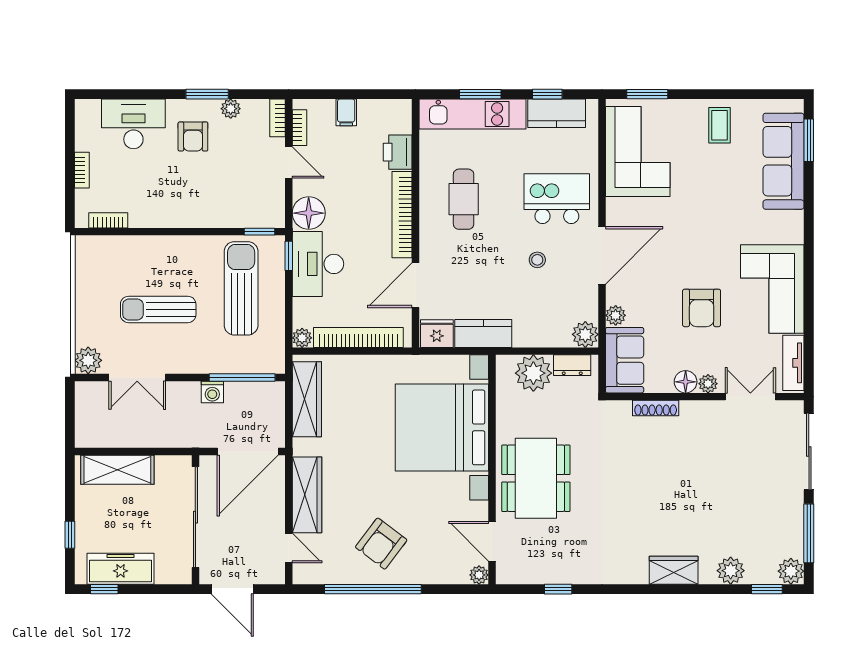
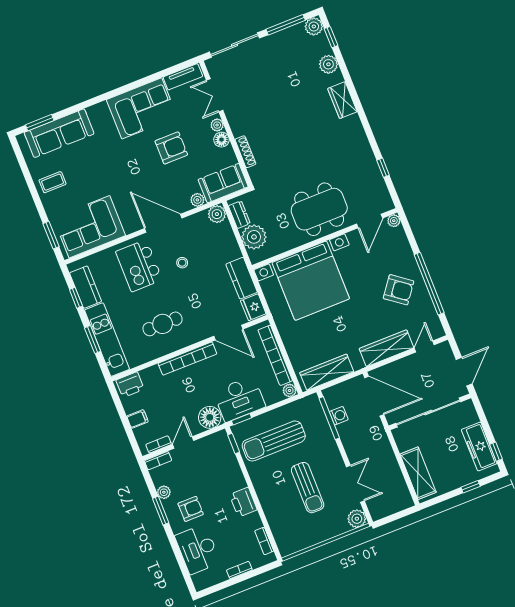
printer: (398, 152) -> (130, 385), moved
printer: (173, 213) -> (243, 502), added
washing machine: (212, 392) -> (339, 416), moved

